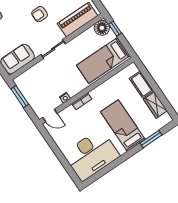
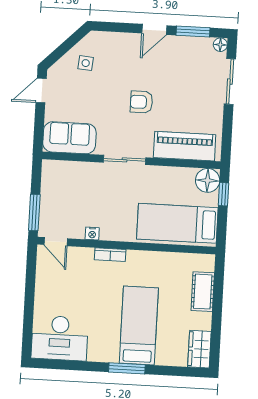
window: (20, 97) -> (34, 213), moved
wardrobe: (155, 105) -> (199, 349), moved
window: (151, 139) -> (127, 368), moved
desk: (91, 155) -> (60, 338), width x0.73, depth x0.77

